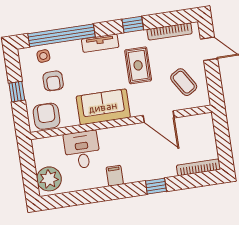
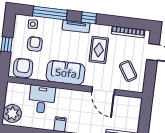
window: (133, 25) -> (89, 18), moved
window: (62, 35) -> (50, 13), width x0.68
armchair: (53, 81) -> (35, 44), turned 180

